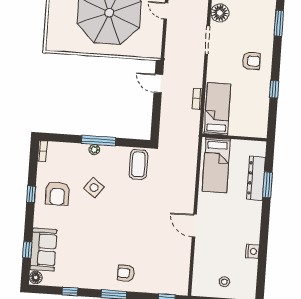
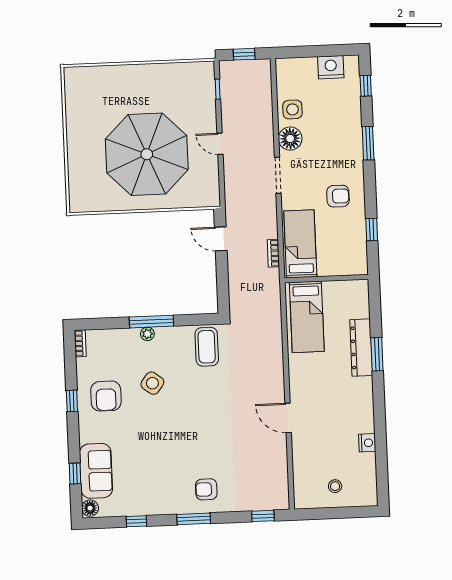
bed: (217, 109) -> (300, 244), moved
wall: (234, 138) -> (326, 279), moved
bed: (216, 165) -> (307, 317), moved

